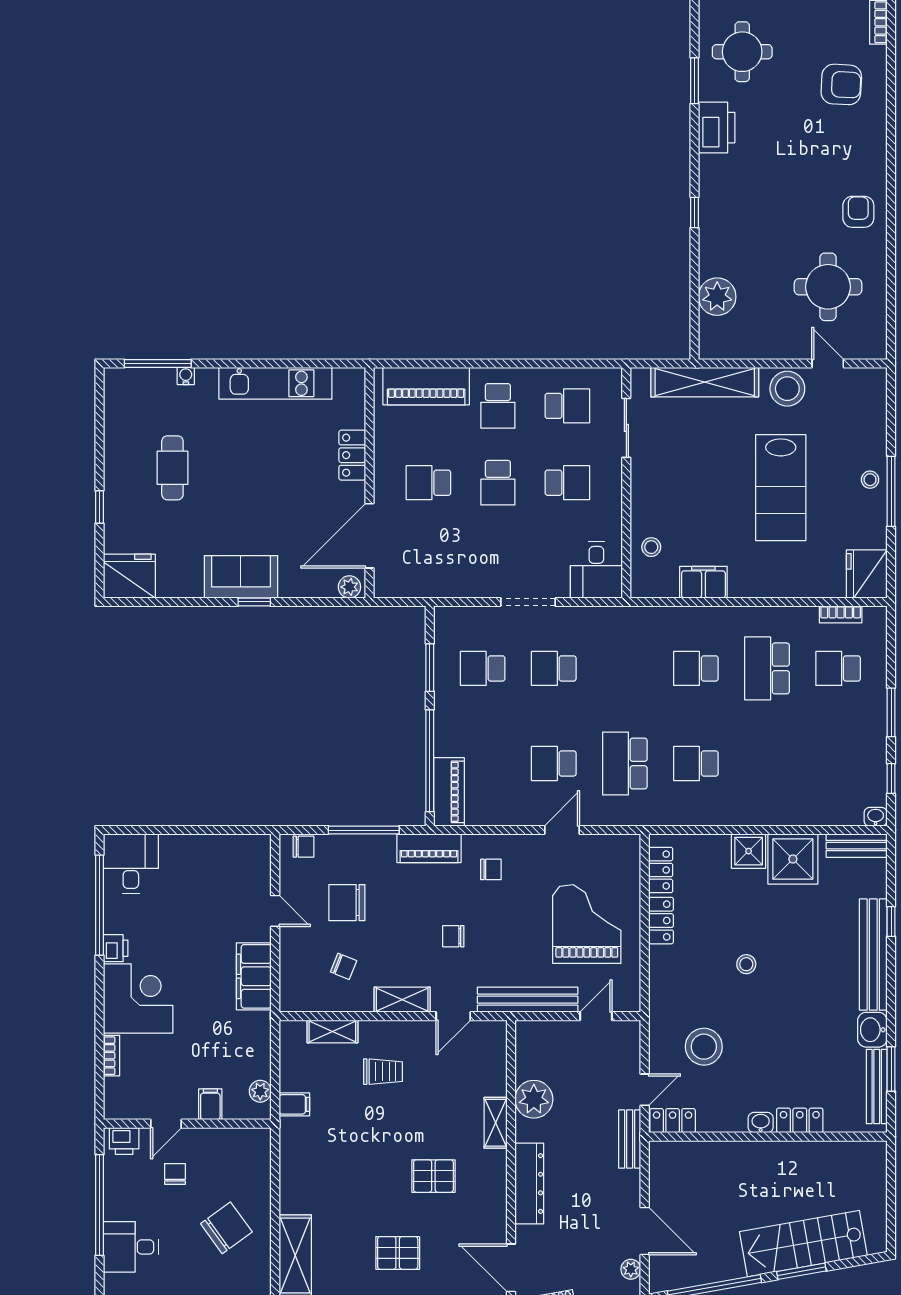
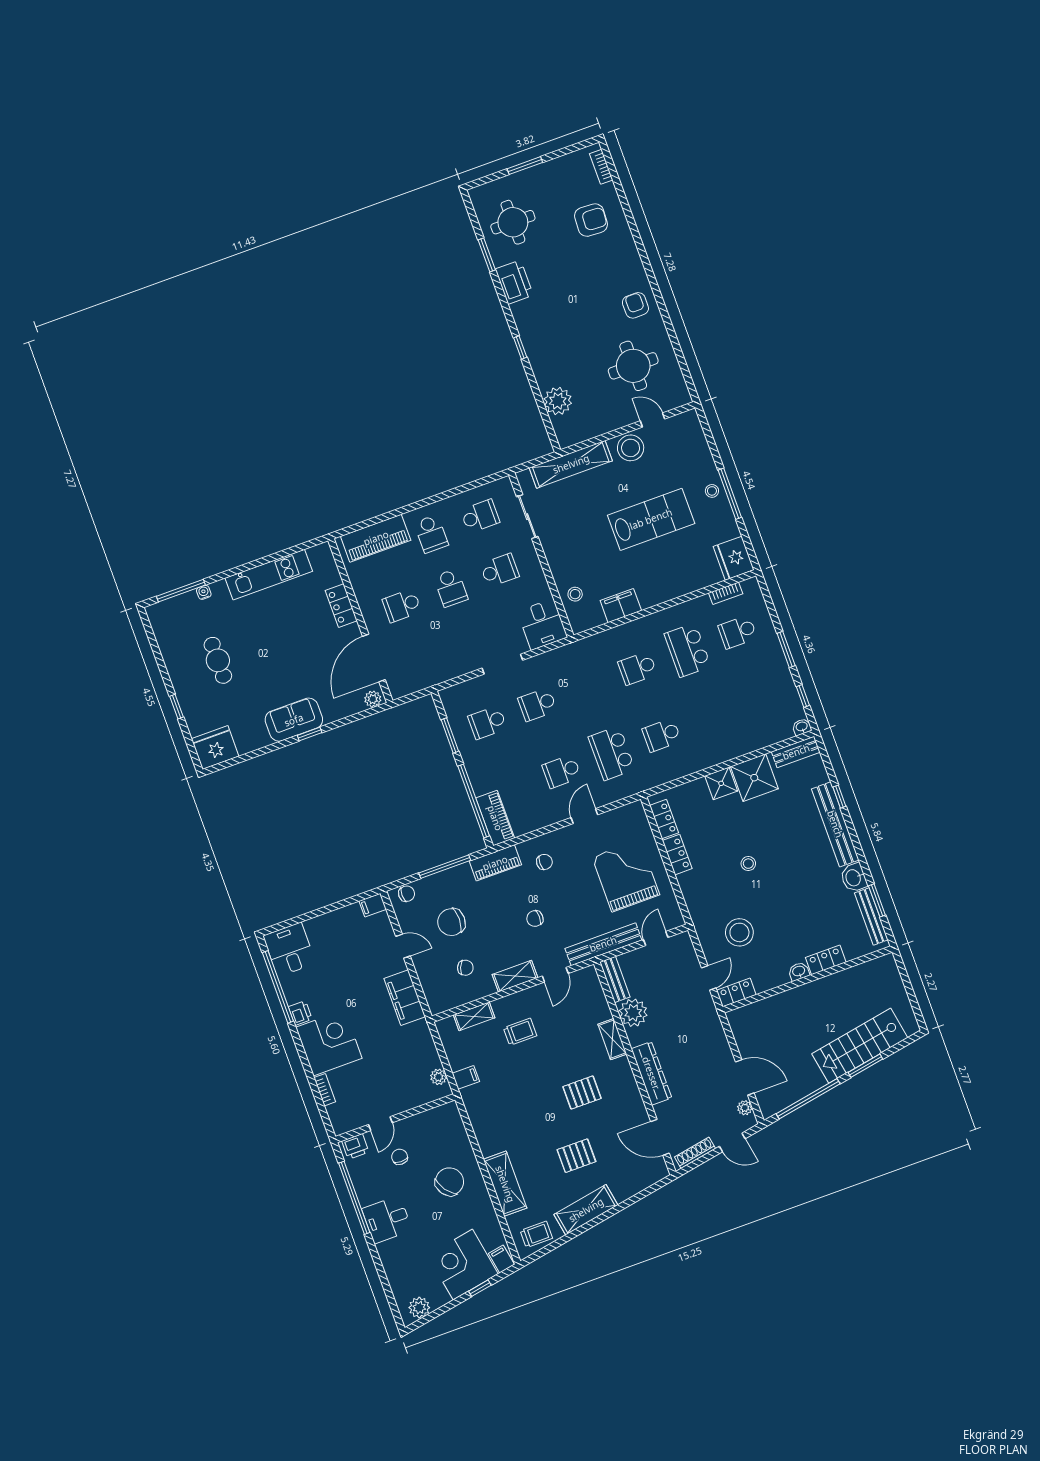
lab bench: (781, 488) -> (651, 519), turned -90
filing cabinet: (210, 1104) -> (373, 905), moved, turned -90
bench: (630, 1139) -> (615, 979), moved

